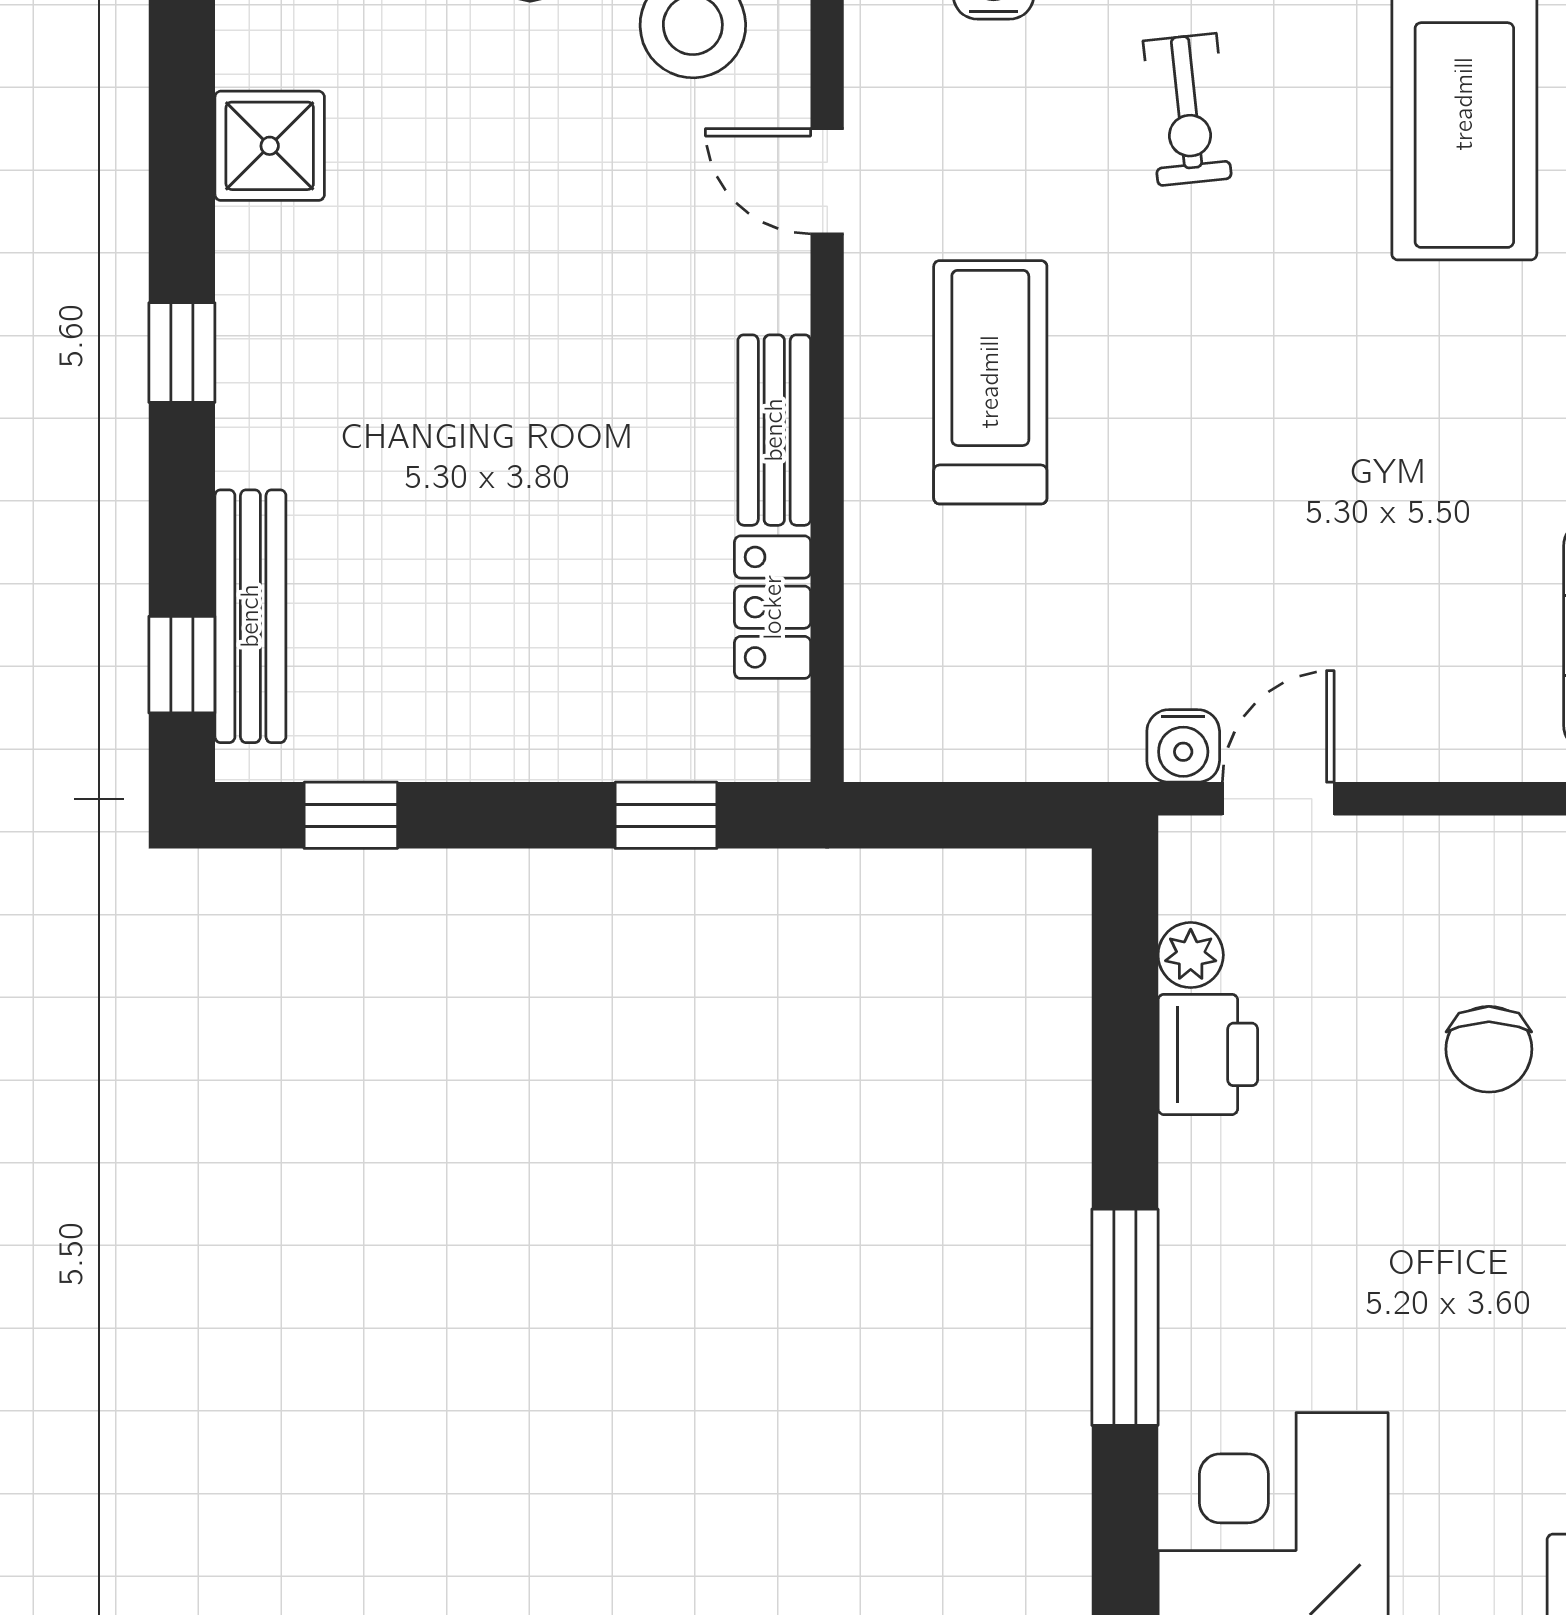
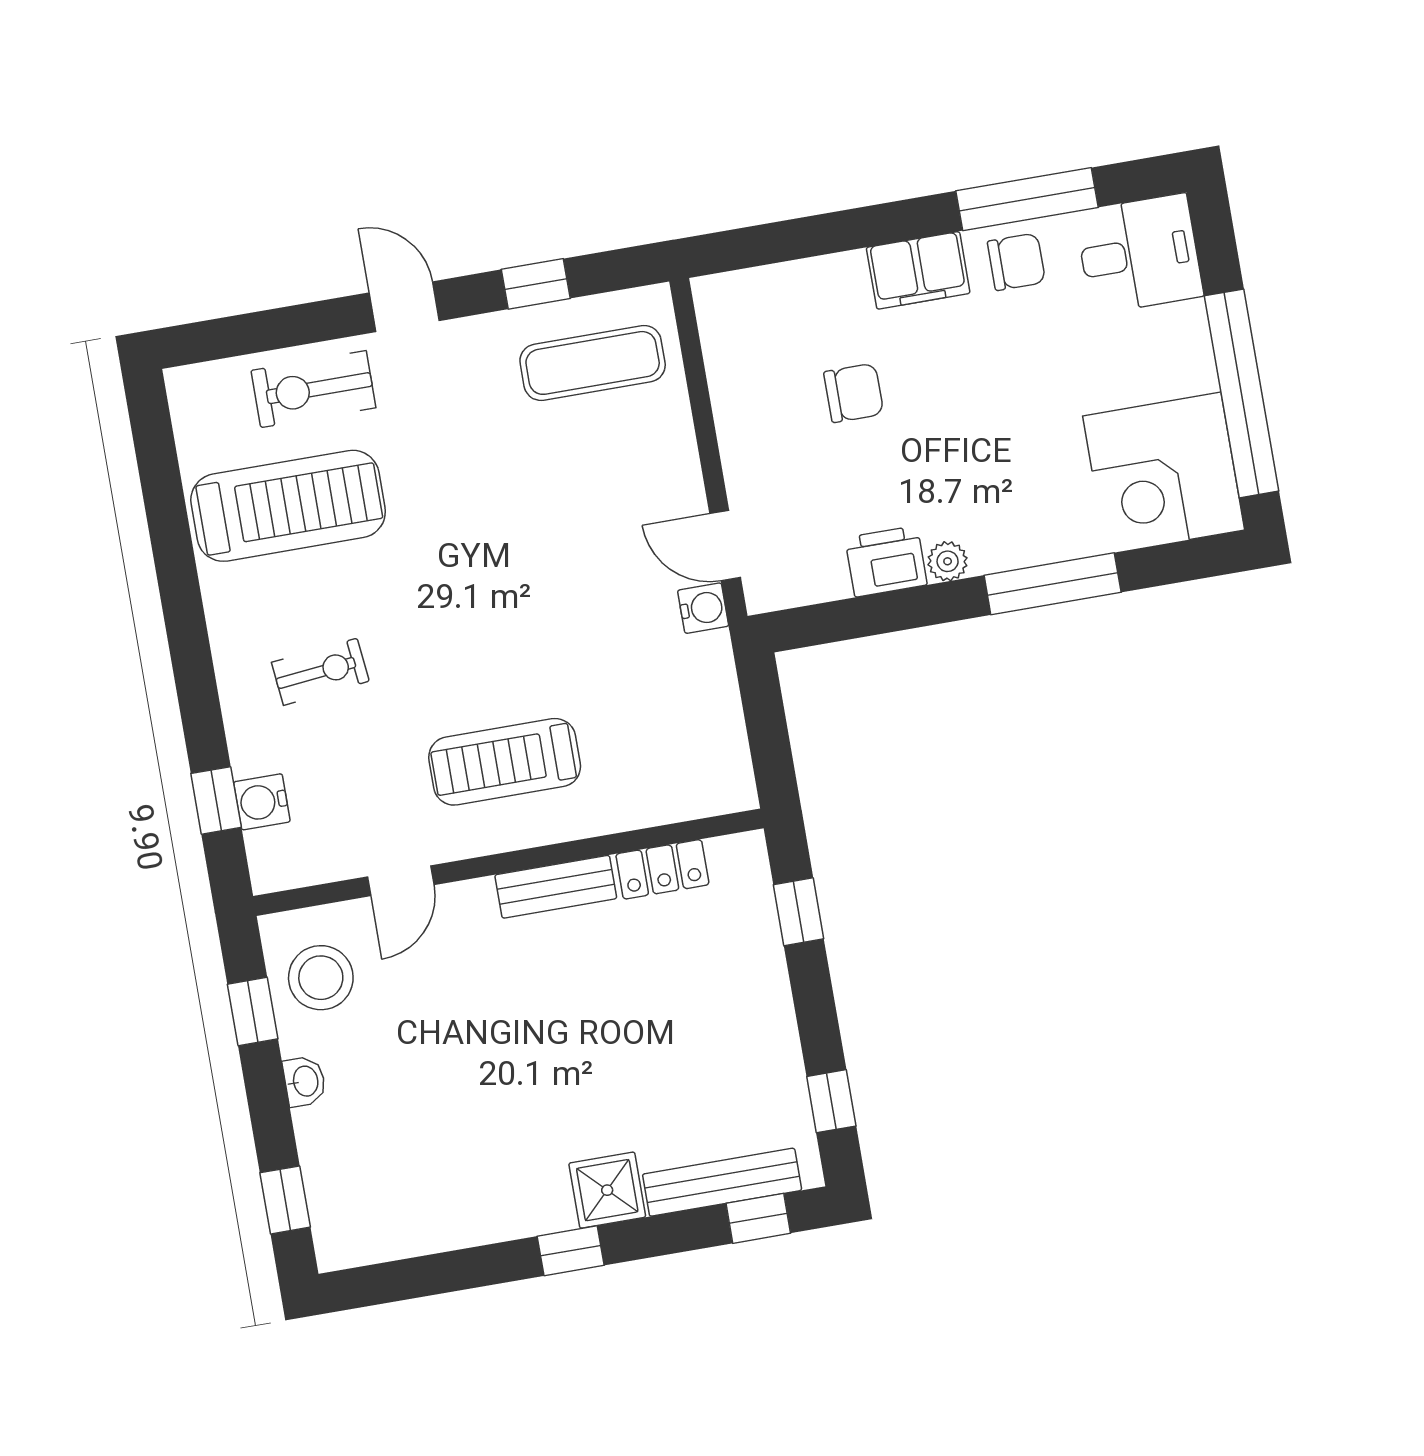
shower: (270, 146) -> (607, 1190), moved
plant: (1191, 955) -> (948, 561), moved

